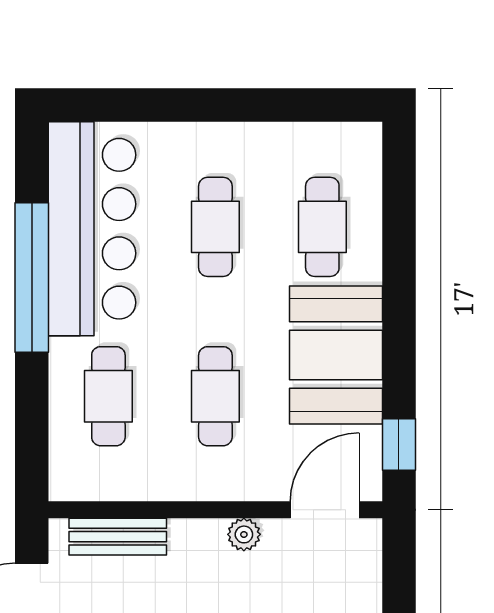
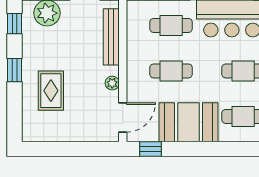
door: (325, 510) -> (123, 117), hinge flipped
bench: (118, 537) -> (111, 37), width x1.36

